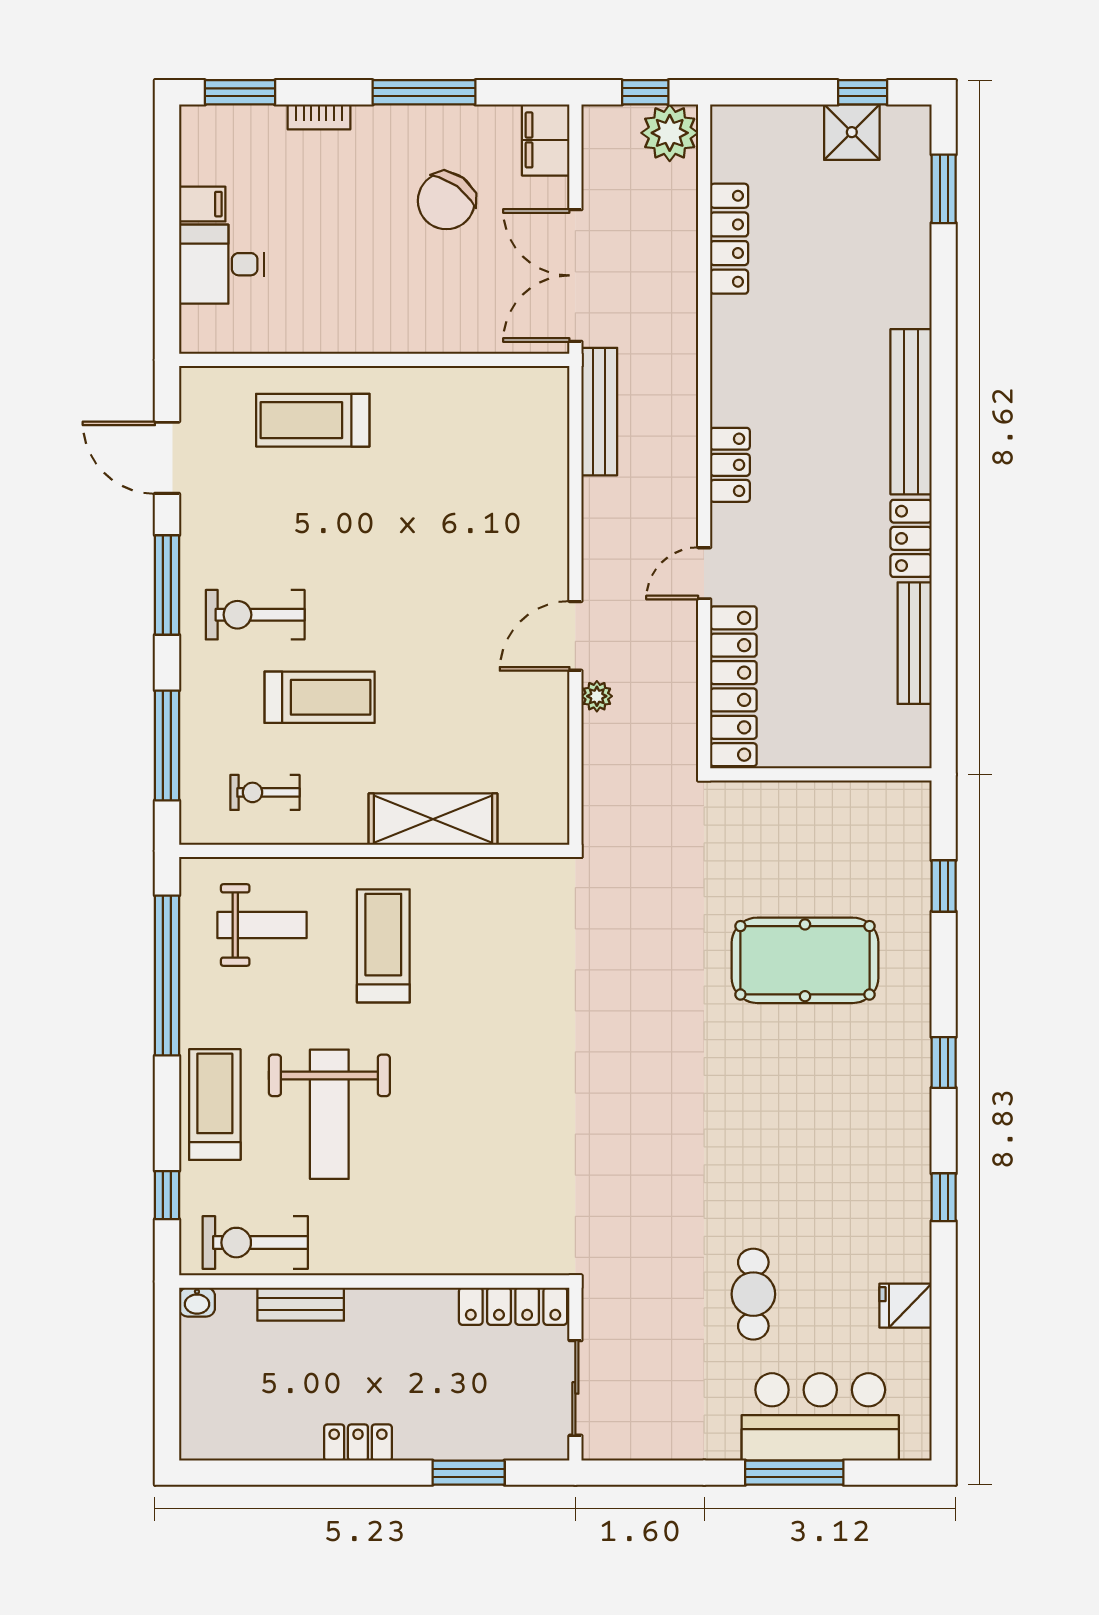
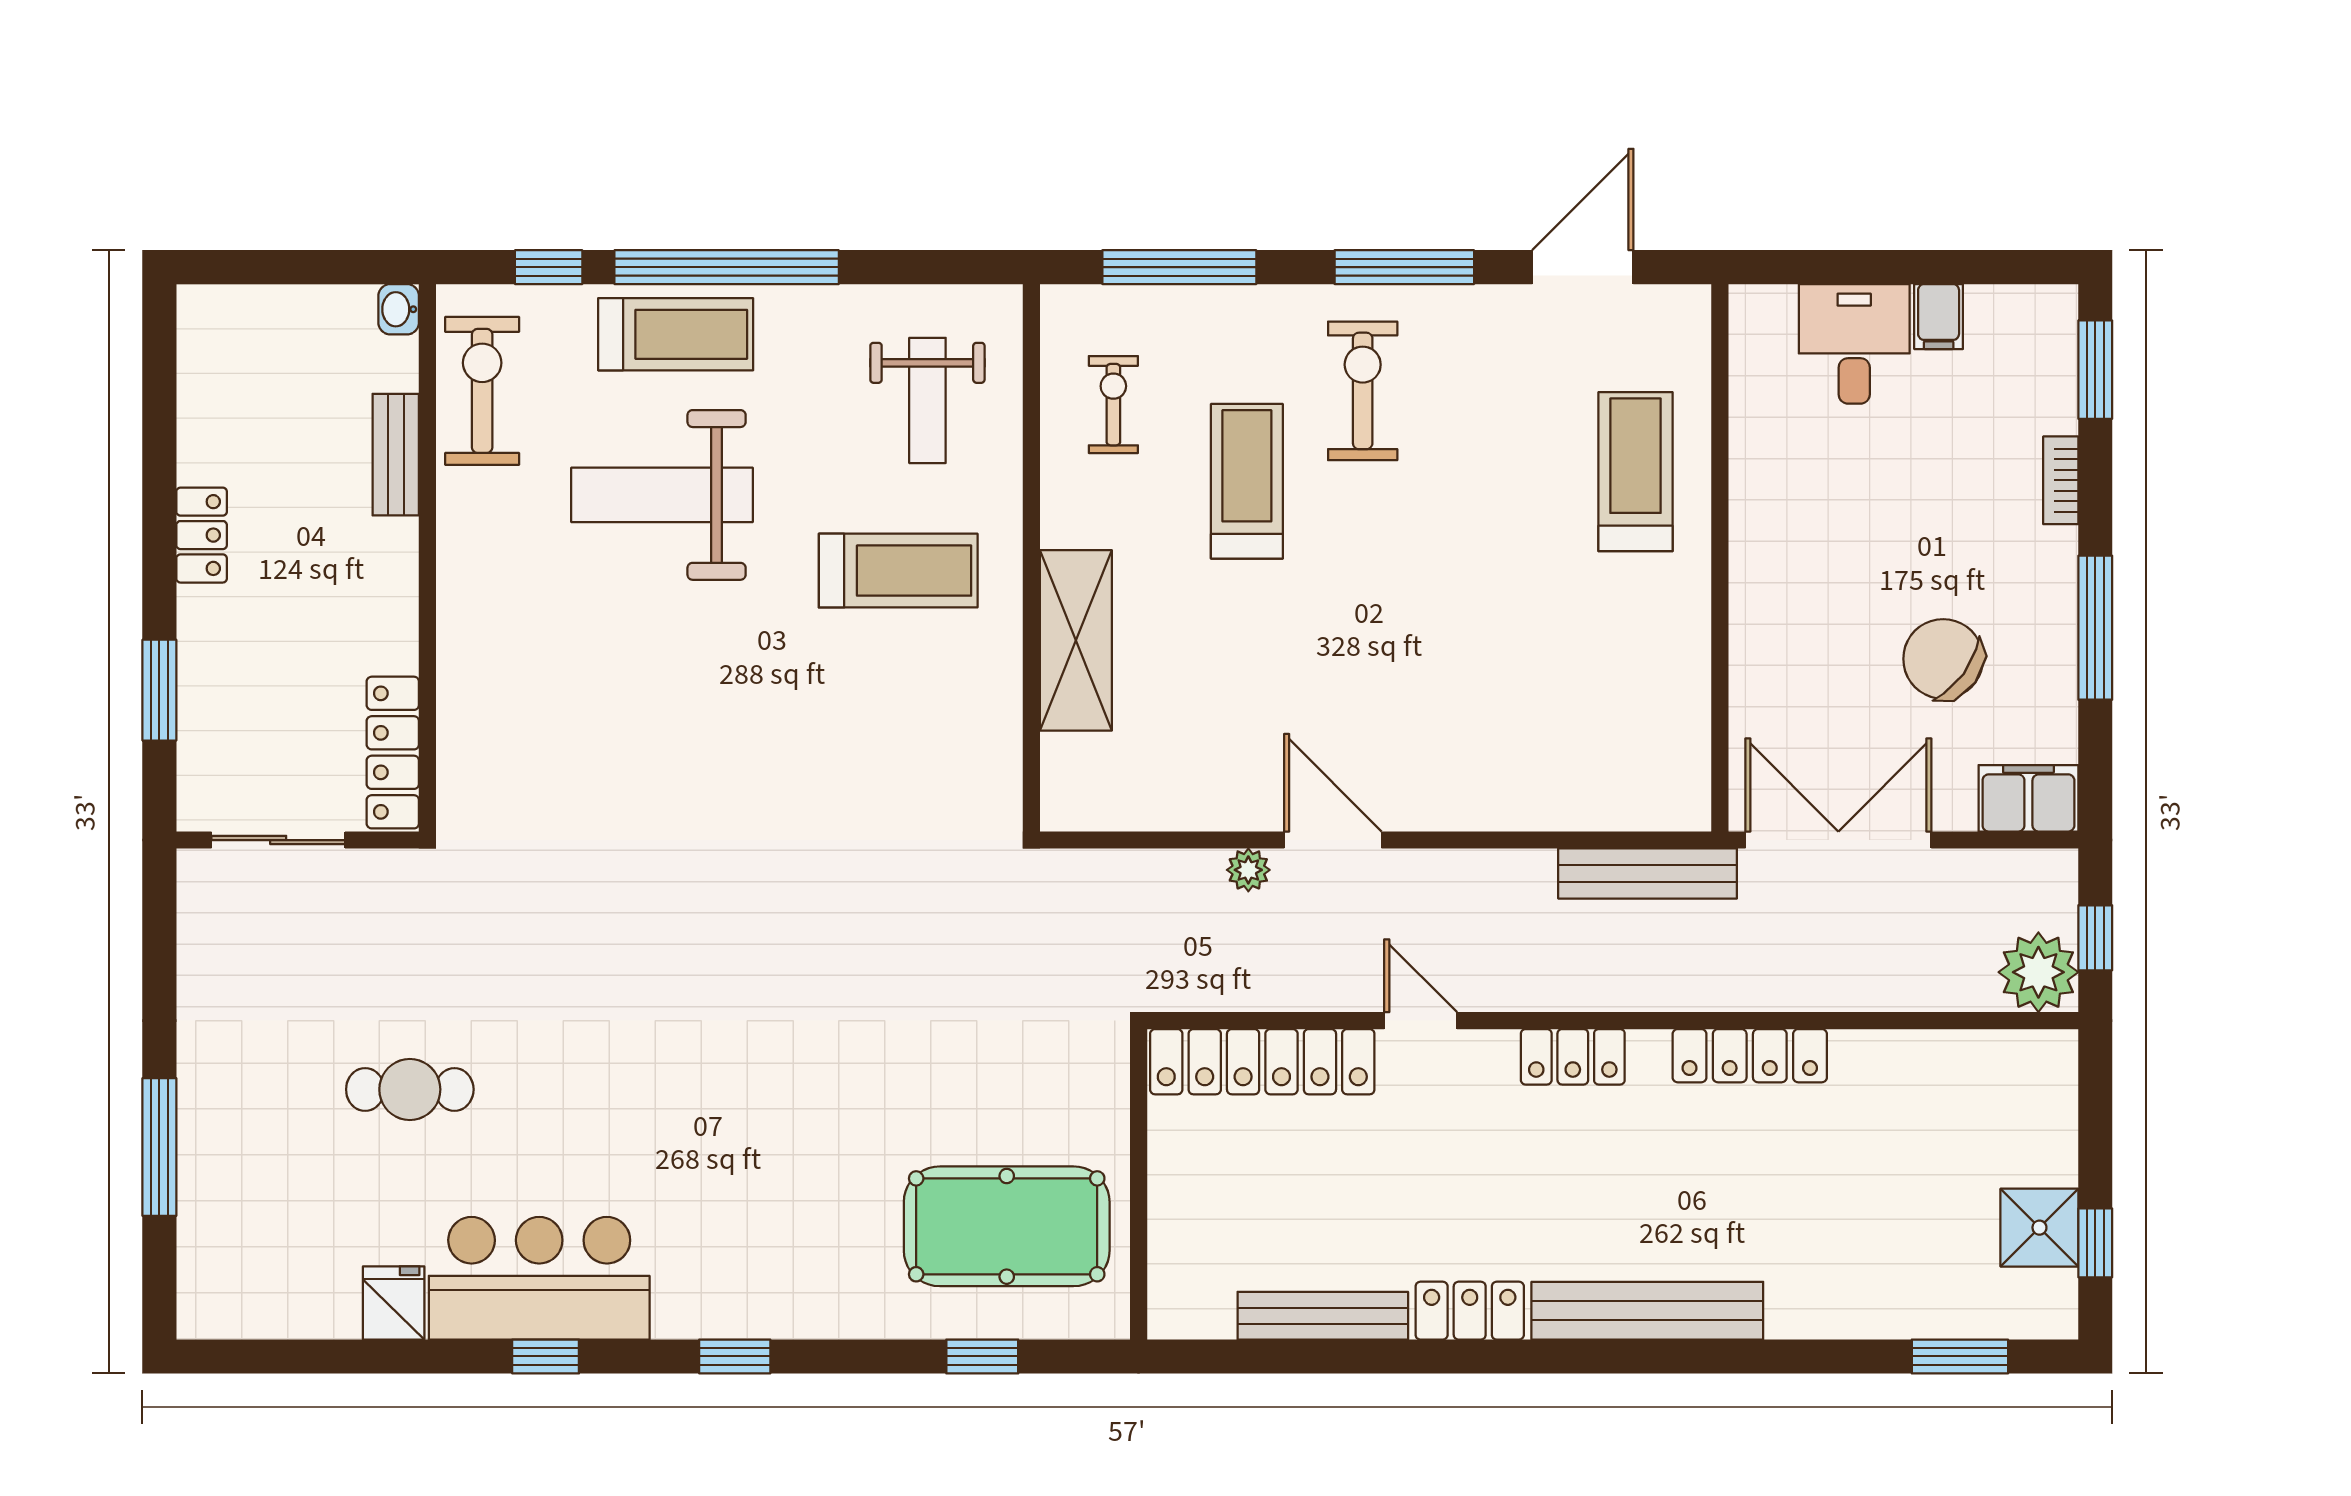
locker: (729, 239) -> (1750, 1056), moved
treadmill: (320, 697) -> (1247, 481), turned 180
pool table: (805, 960) -> (1007, 1226), moved, turned 90
window: (167, 975) -> (727, 267), moved
bar counter: (820, 1417) -> (539, 1278), moved, turned -90

